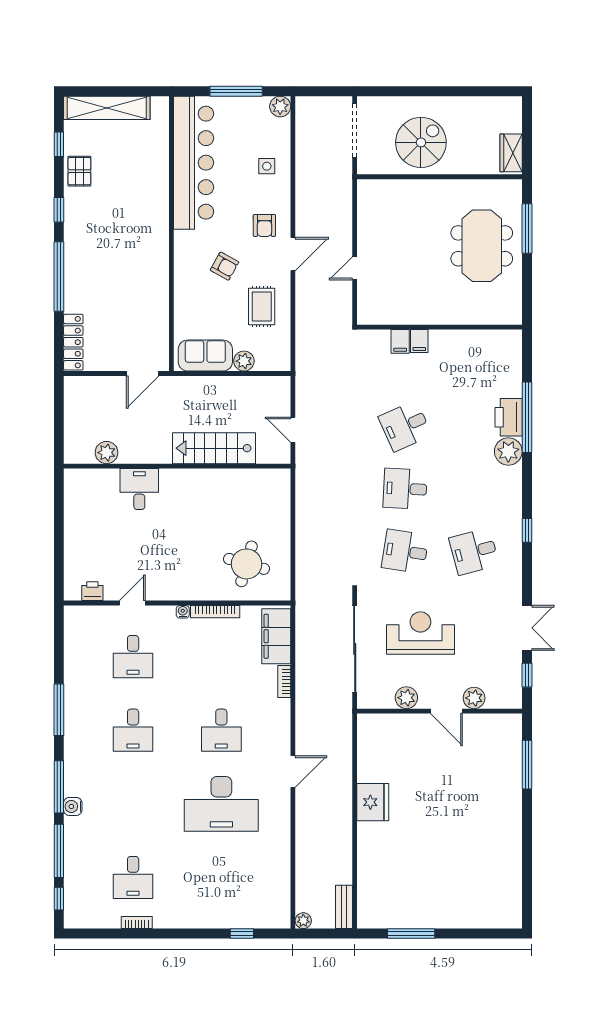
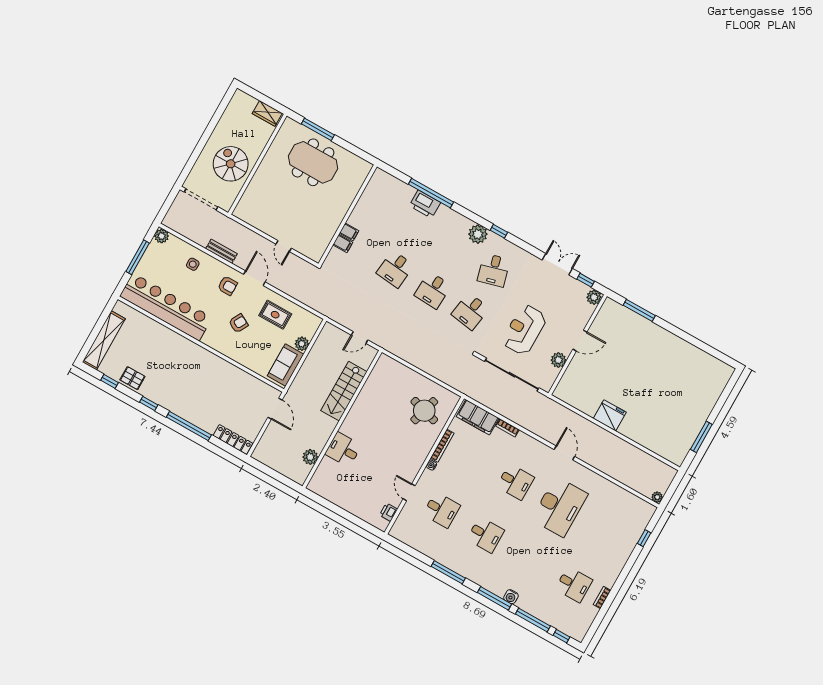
desk: (405, 426) -> (395, 269), turned 30
plant: (508, 451) -> (478, 234), moved
plant: (474, 698) -> (594, 297), moved
bench: (344, 907) -> (221, 251), moved

